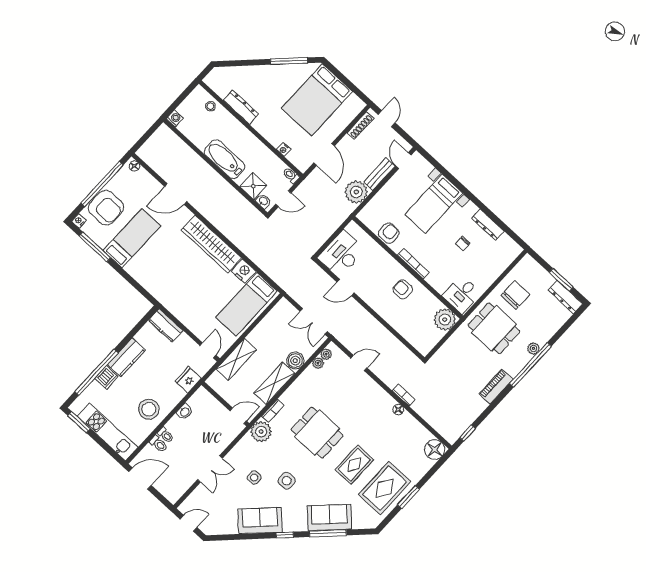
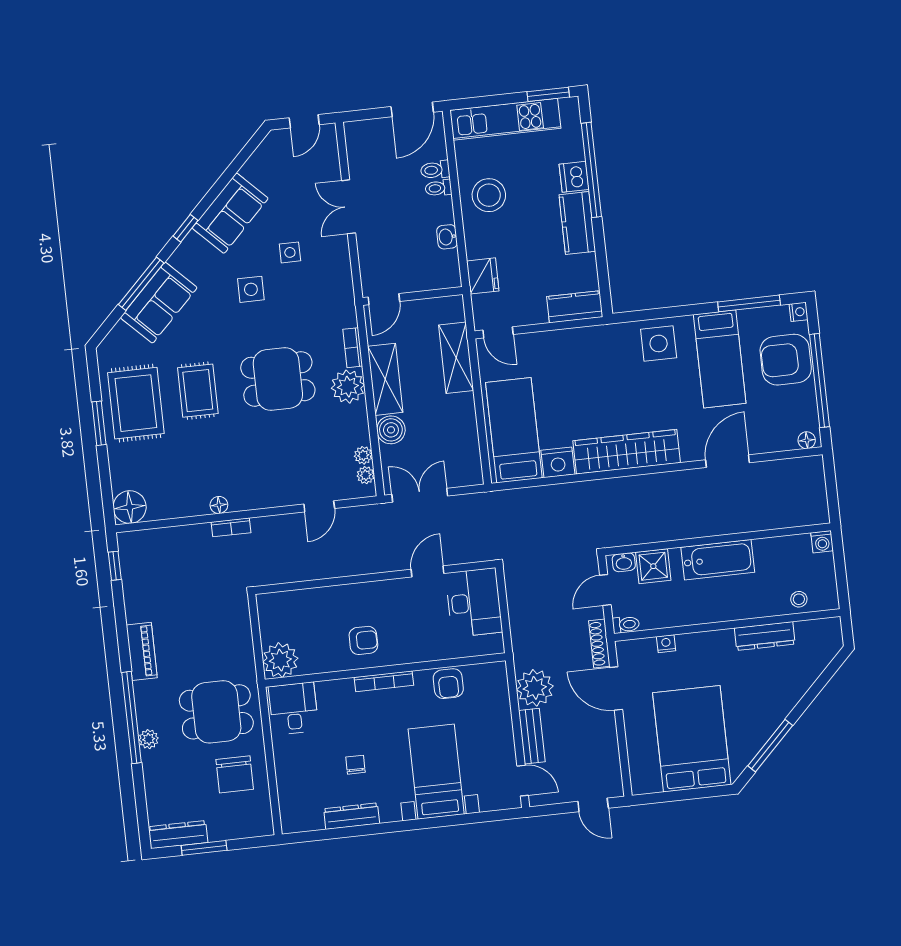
shoe rack: (360, 126) -> (599, 644), moved
side table: (149, 272) -> (659, 343), added
plant: (261, 432) -> (348, 387), moved

